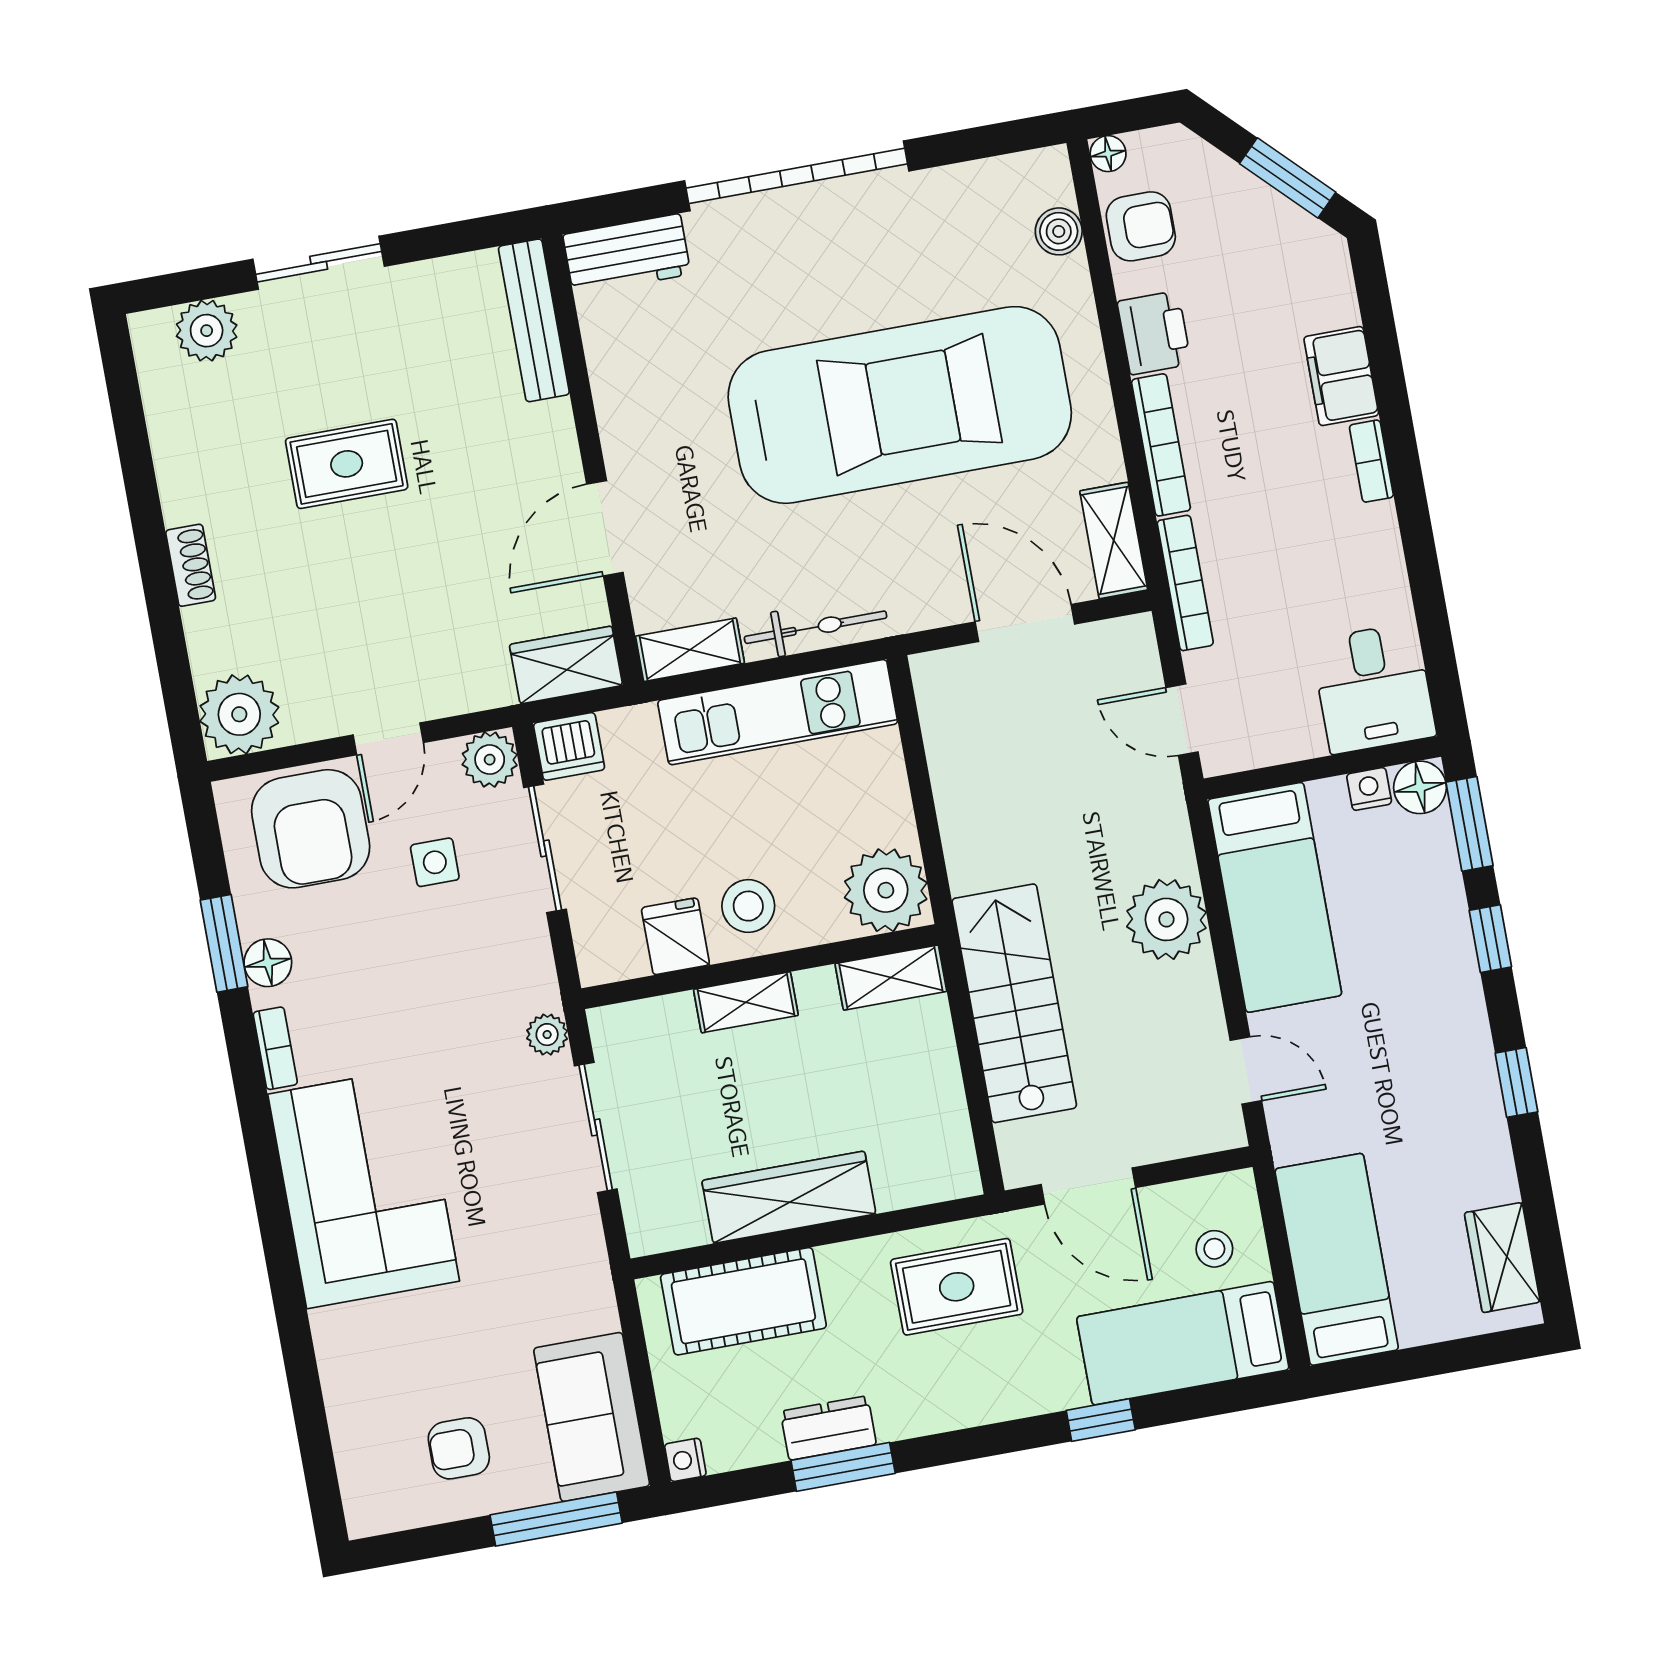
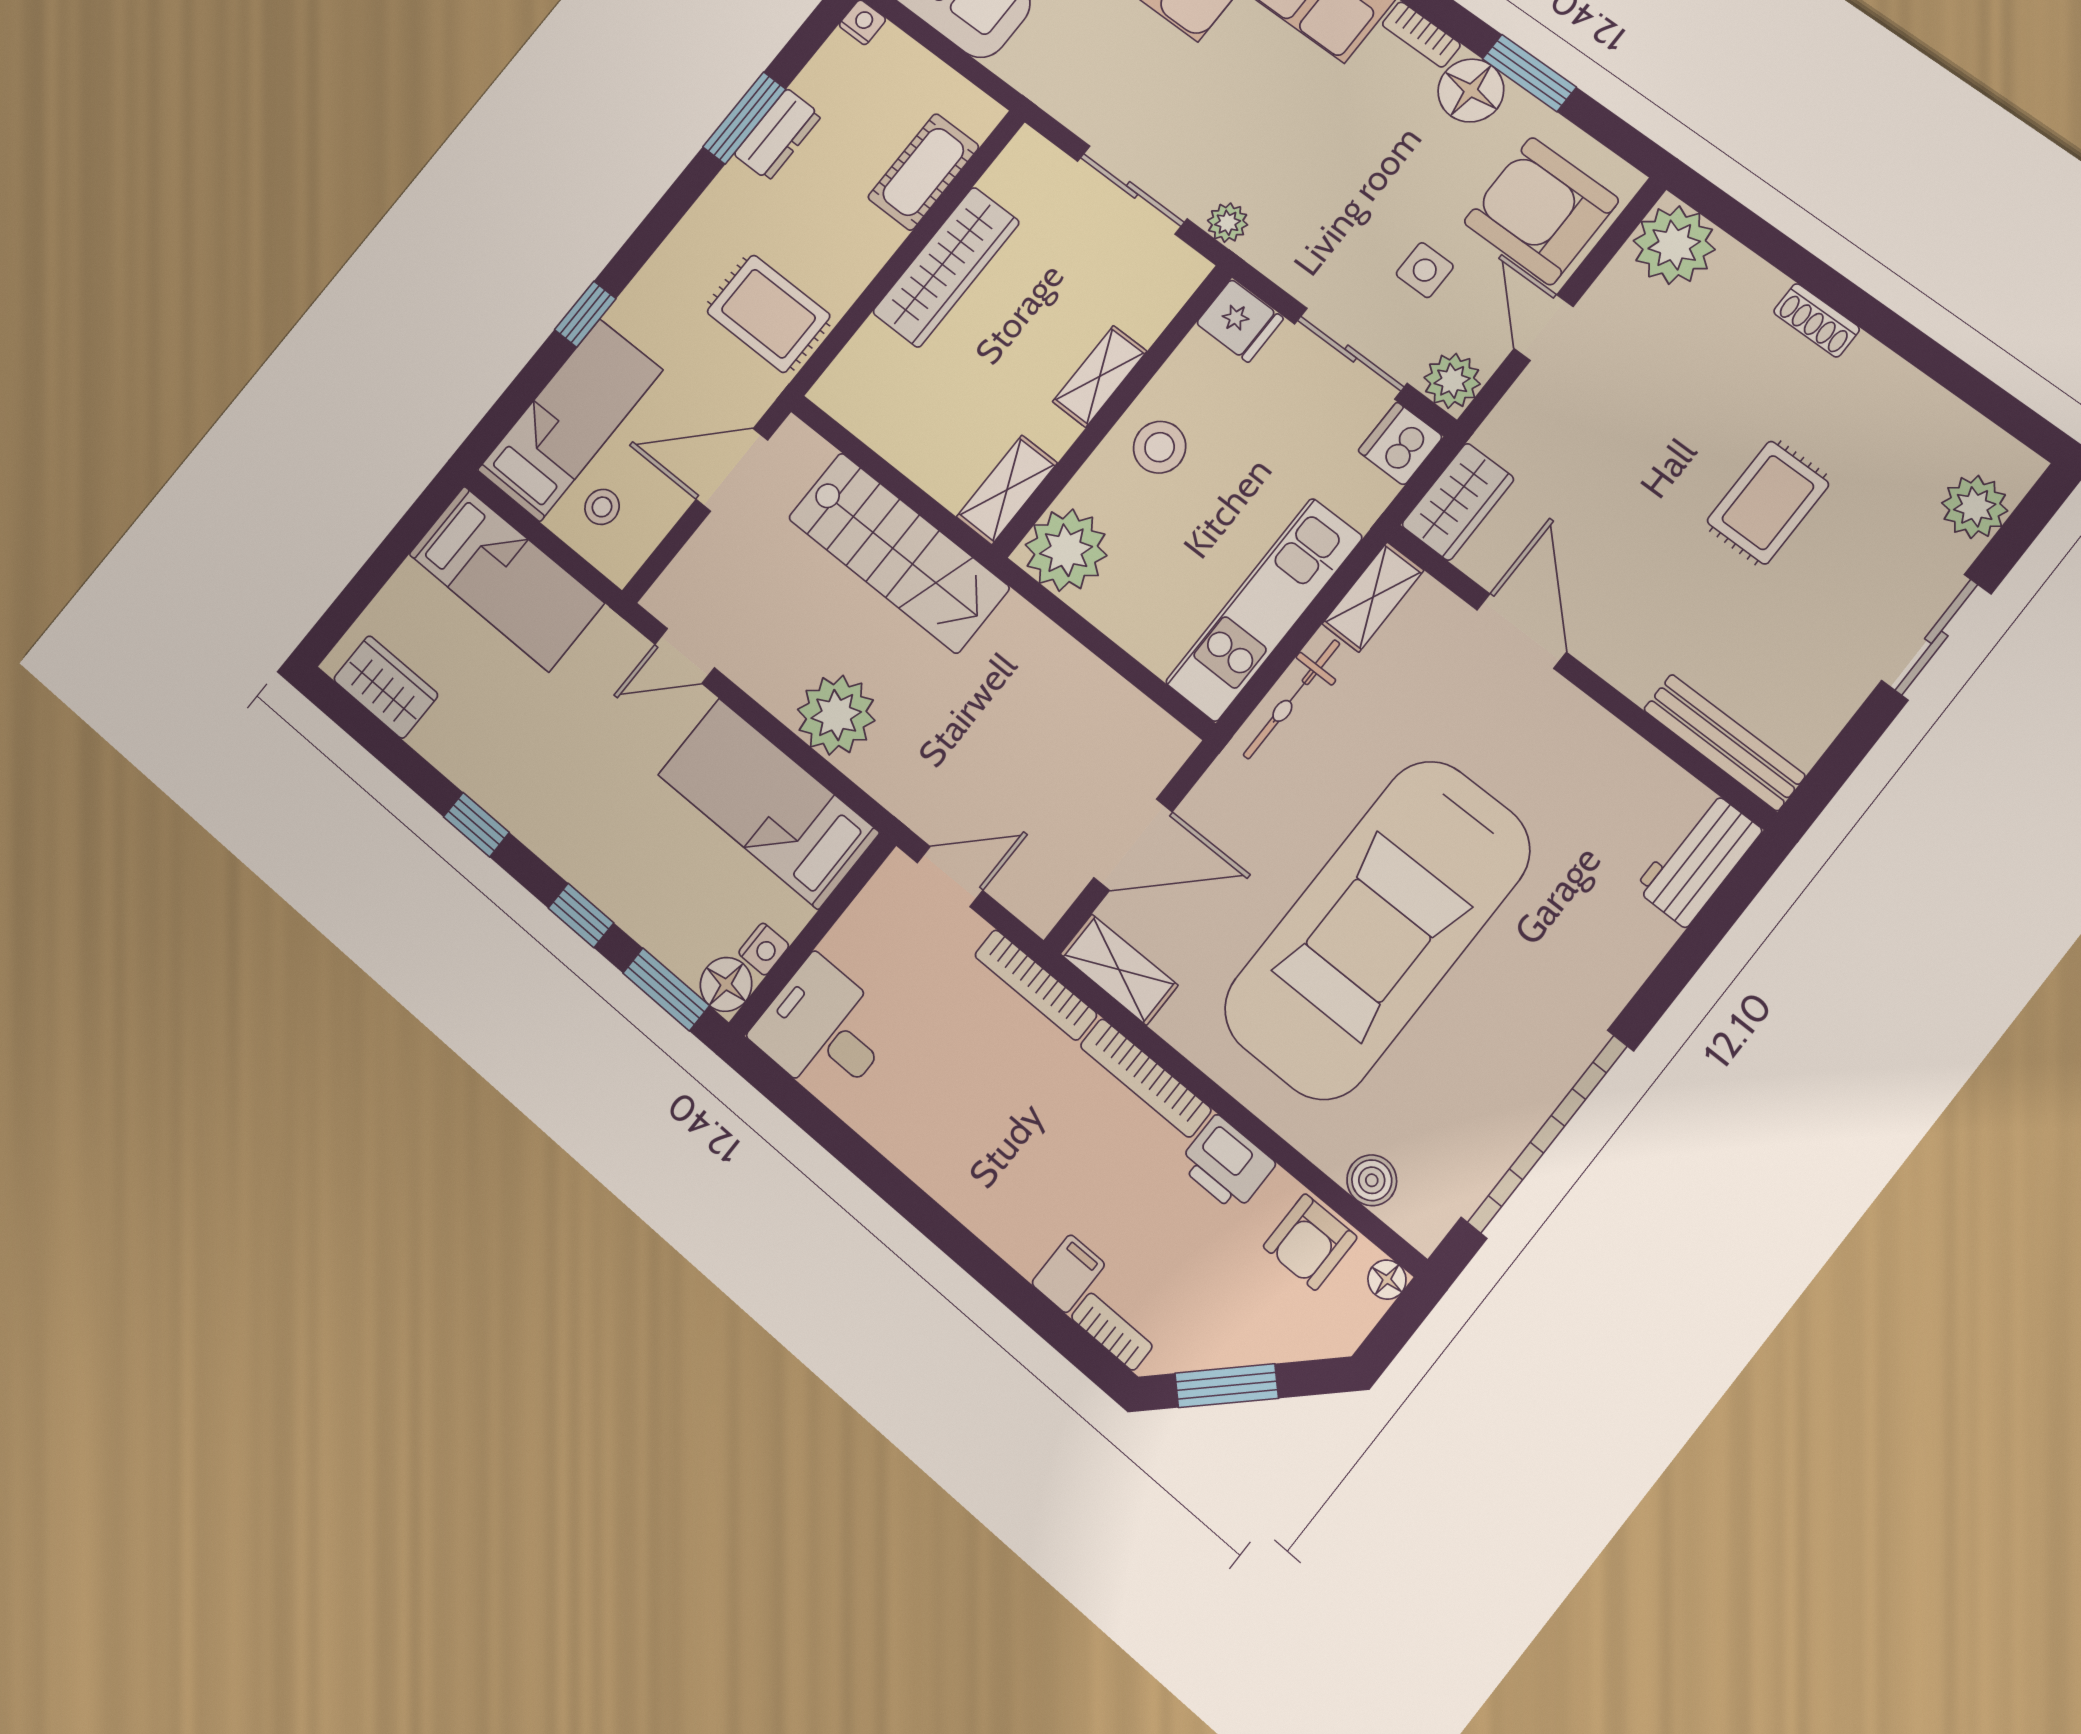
garage door: (797, 176) -> (1547, 1134), moved
filing cabinet: (1341, 376) -> (1068, 1274), width x0.50
bookcase: (1371, 461) -> (1112, 1332), moved
fridge: (675, 936) -> (1240, 321), moved
floor lamp: (268, 963) -> (1471, 90), width x1.38, depth x1.38
rug: (957, 1287) -> (768, 314), turned 90
cot: (743, 1301) -> (923, 172), width x0.73, depth x0.75

